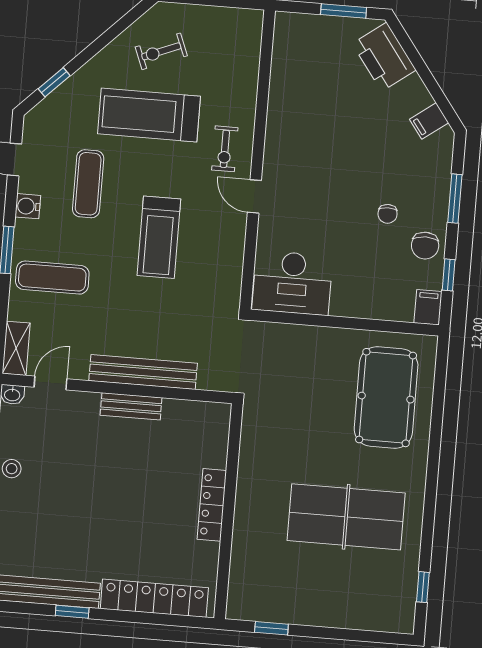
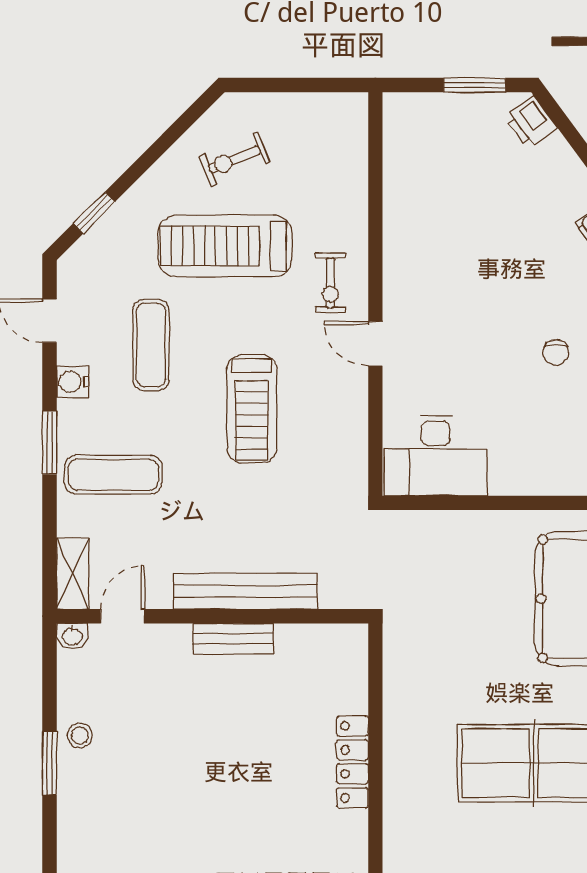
printer: (384, 57) -> (531, 122), width x0.53, depth x0.68

